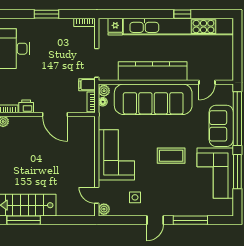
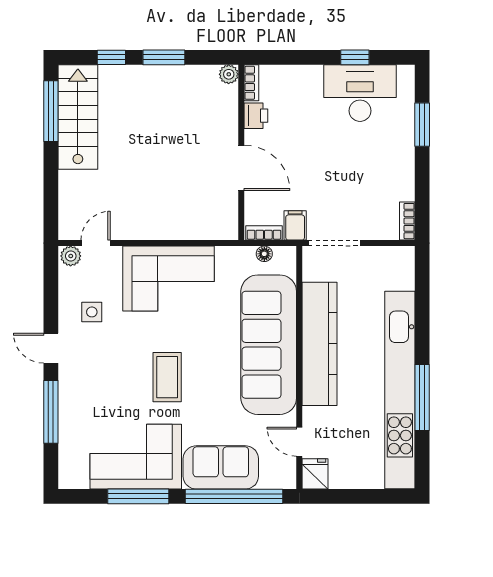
window: (47, 14) -> (422, 125), moved
window: (182, 14) -> (422, 397), width x2.17
fridge: (115, 27) -> (315, 474), moved, turned 90
plant: (104, 91) -> (284, 256), removed
door: (55, 115) -> (241, 168), swing flipped

